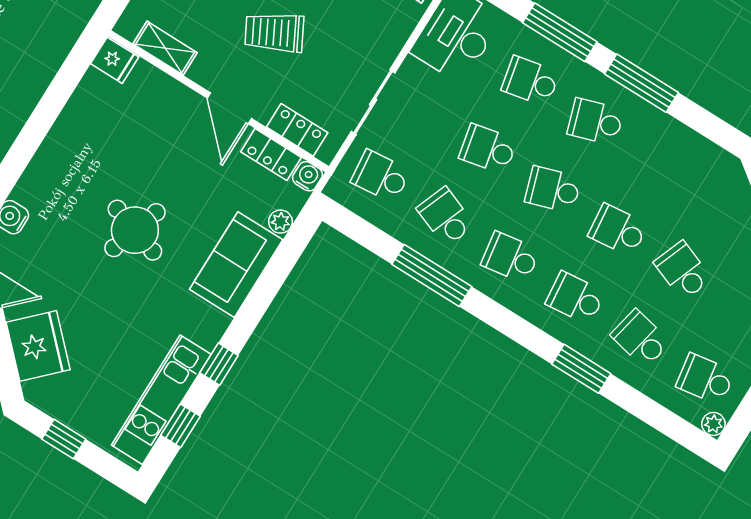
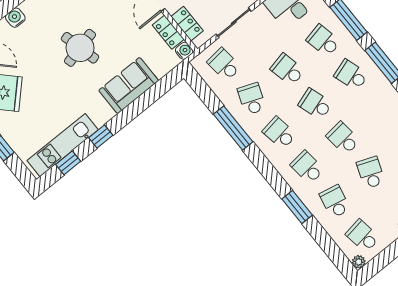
plant: (280, 222) -> (161, 70), removed
round table: (135, 230) -> (80, 48), turned -32

